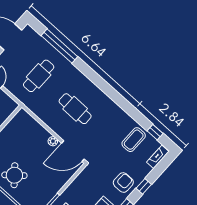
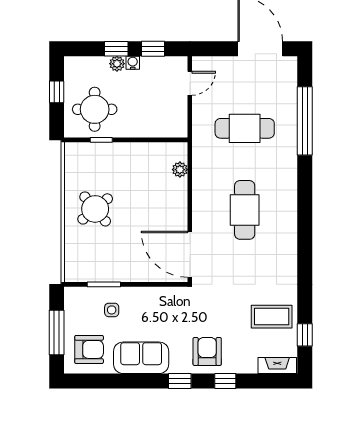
plant: (53, 141) -> (180, 170), moved
armchair: (123, 183) -> (207, 351), turned -90

